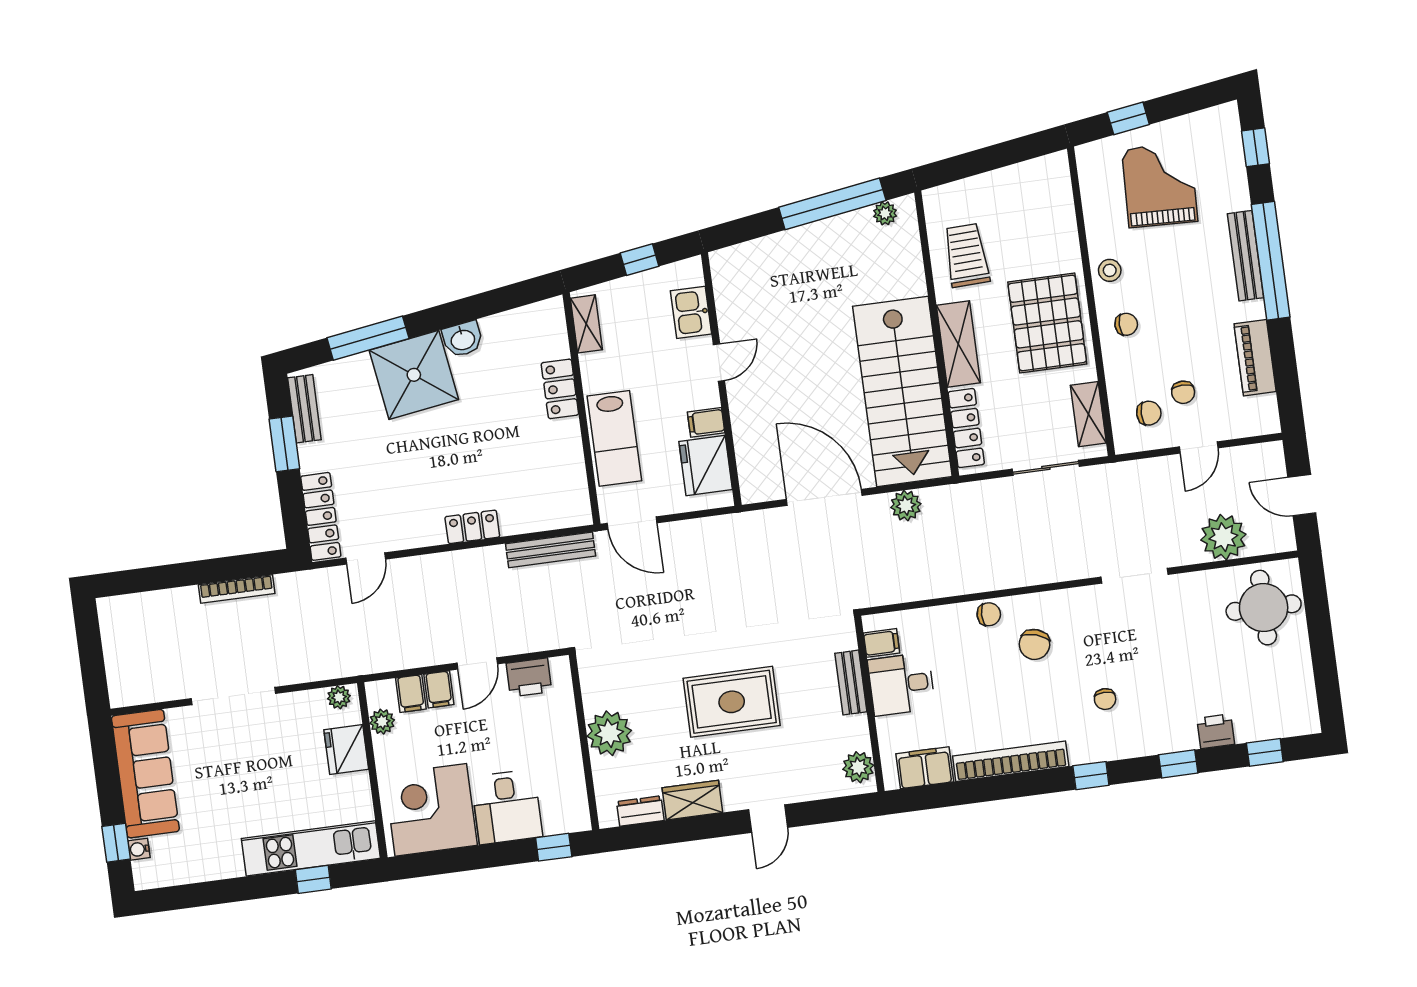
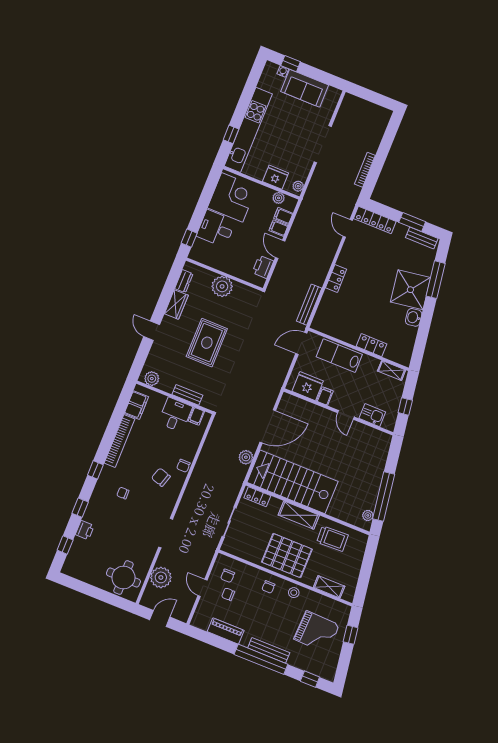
shelving: (1088, 414) -> (329, 587), moved
locker: (966, 428) -> (257, 497), width x0.66
sofa: (145, 774) -> (305, 88), width x0.73
kitchen unit: (311, 848) -> (248, 130), width x1.36

